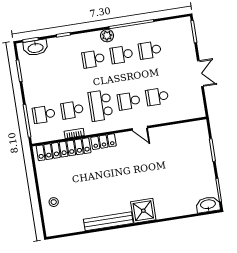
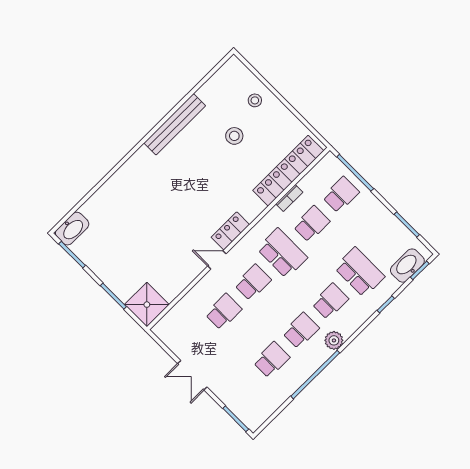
school desk: (65, 63) -> (360, 272), added
locker: (104, 142) -> (230, 231), moved
stool: (80, 191) -> (234, 136), added
shower: (143, 211) -> (147, 305), moved

